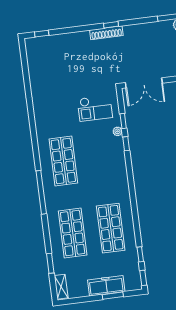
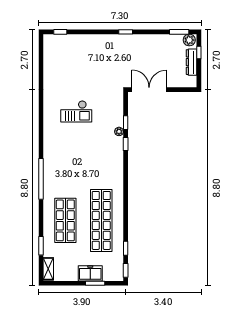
shoe rack: (106, 33) -> (121, 39), removed
double door: (144, 83) -> (149, 90), swing flipped
checkout: (95, 108) -> (76, 111), moved
shop shelf: (63, 161) -> (65, 152), removed
shop shelf: (111, 228) -> (101, 220), width x1.40
freezer: (106, 286) -> (90, 273), width x0.71

